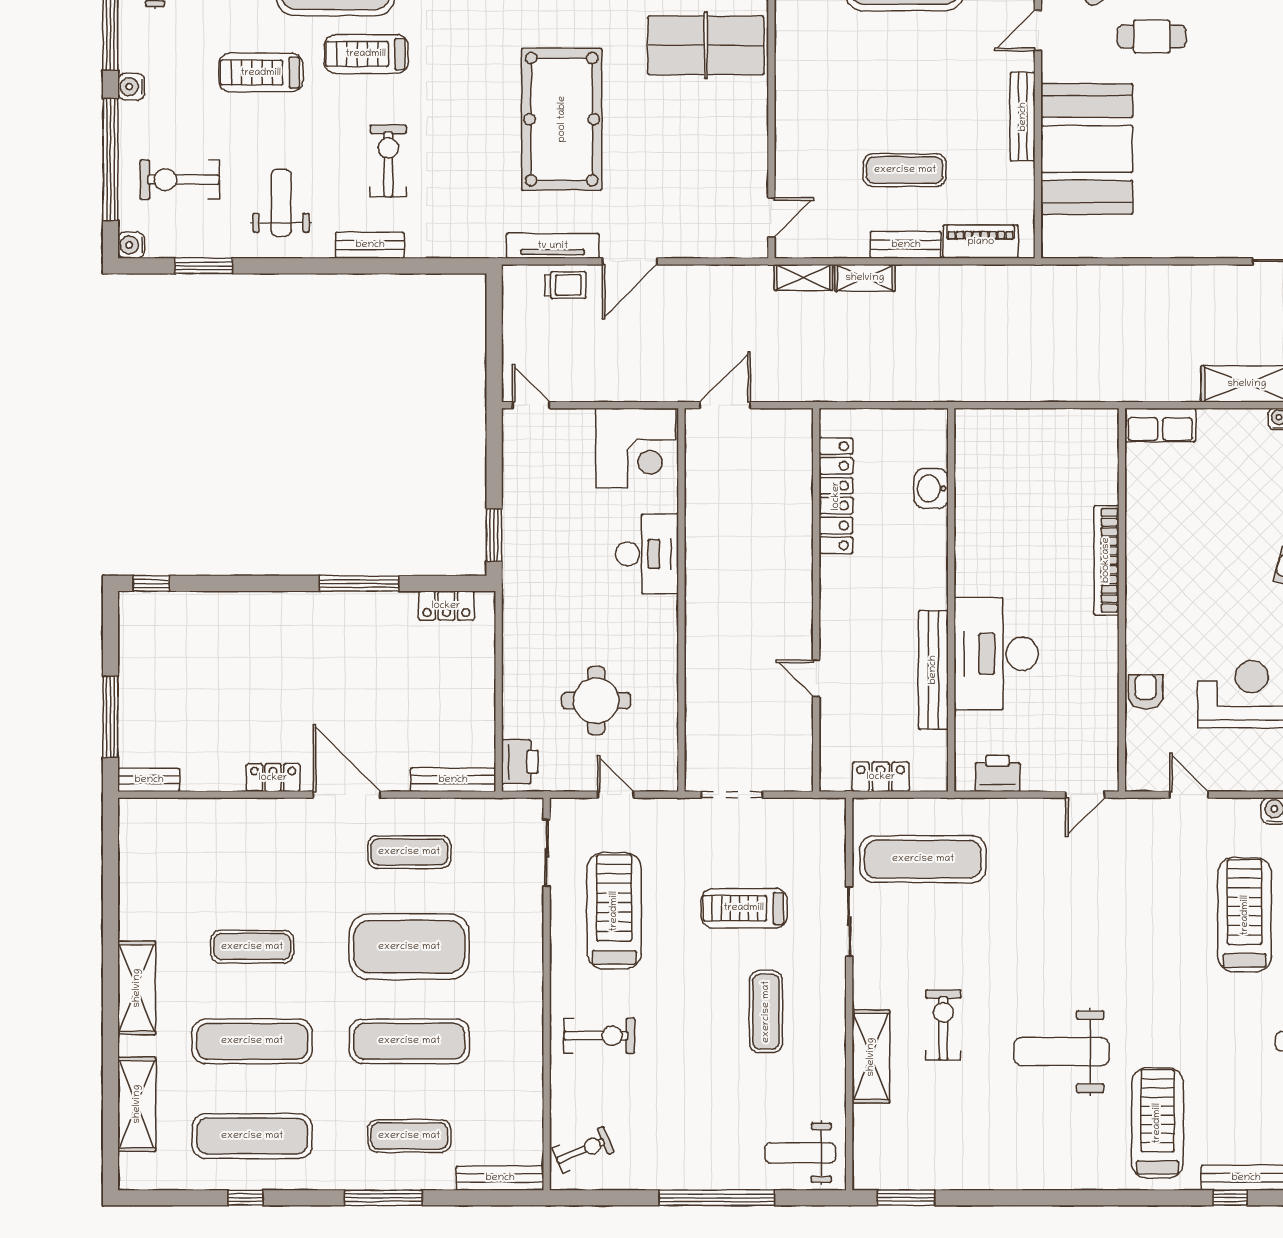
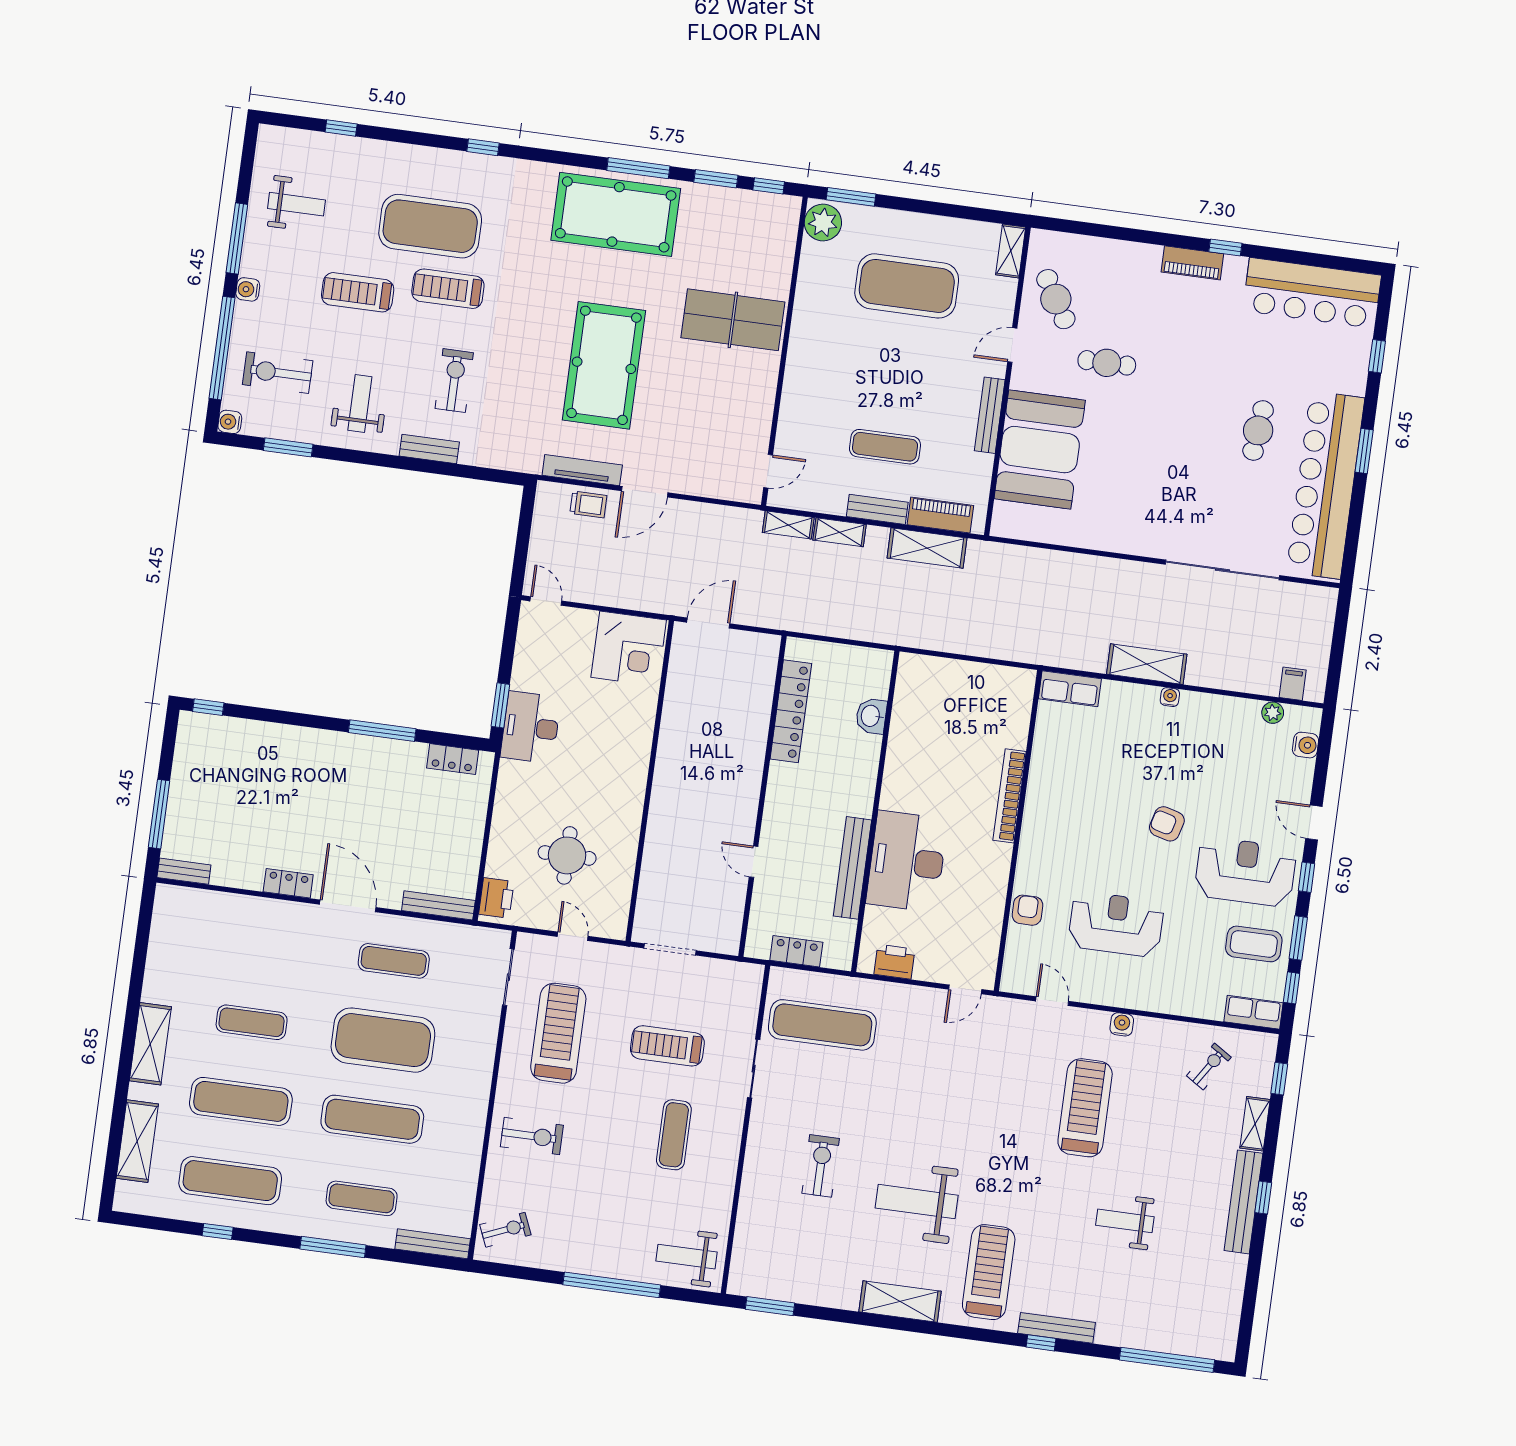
shelving: (970, 282) -> (927, 548), added
desk: (647, 554) -> (531, 727), moved, turned 180
shelving: (871, 1057) -> (900, 1302), moved, turned 90

